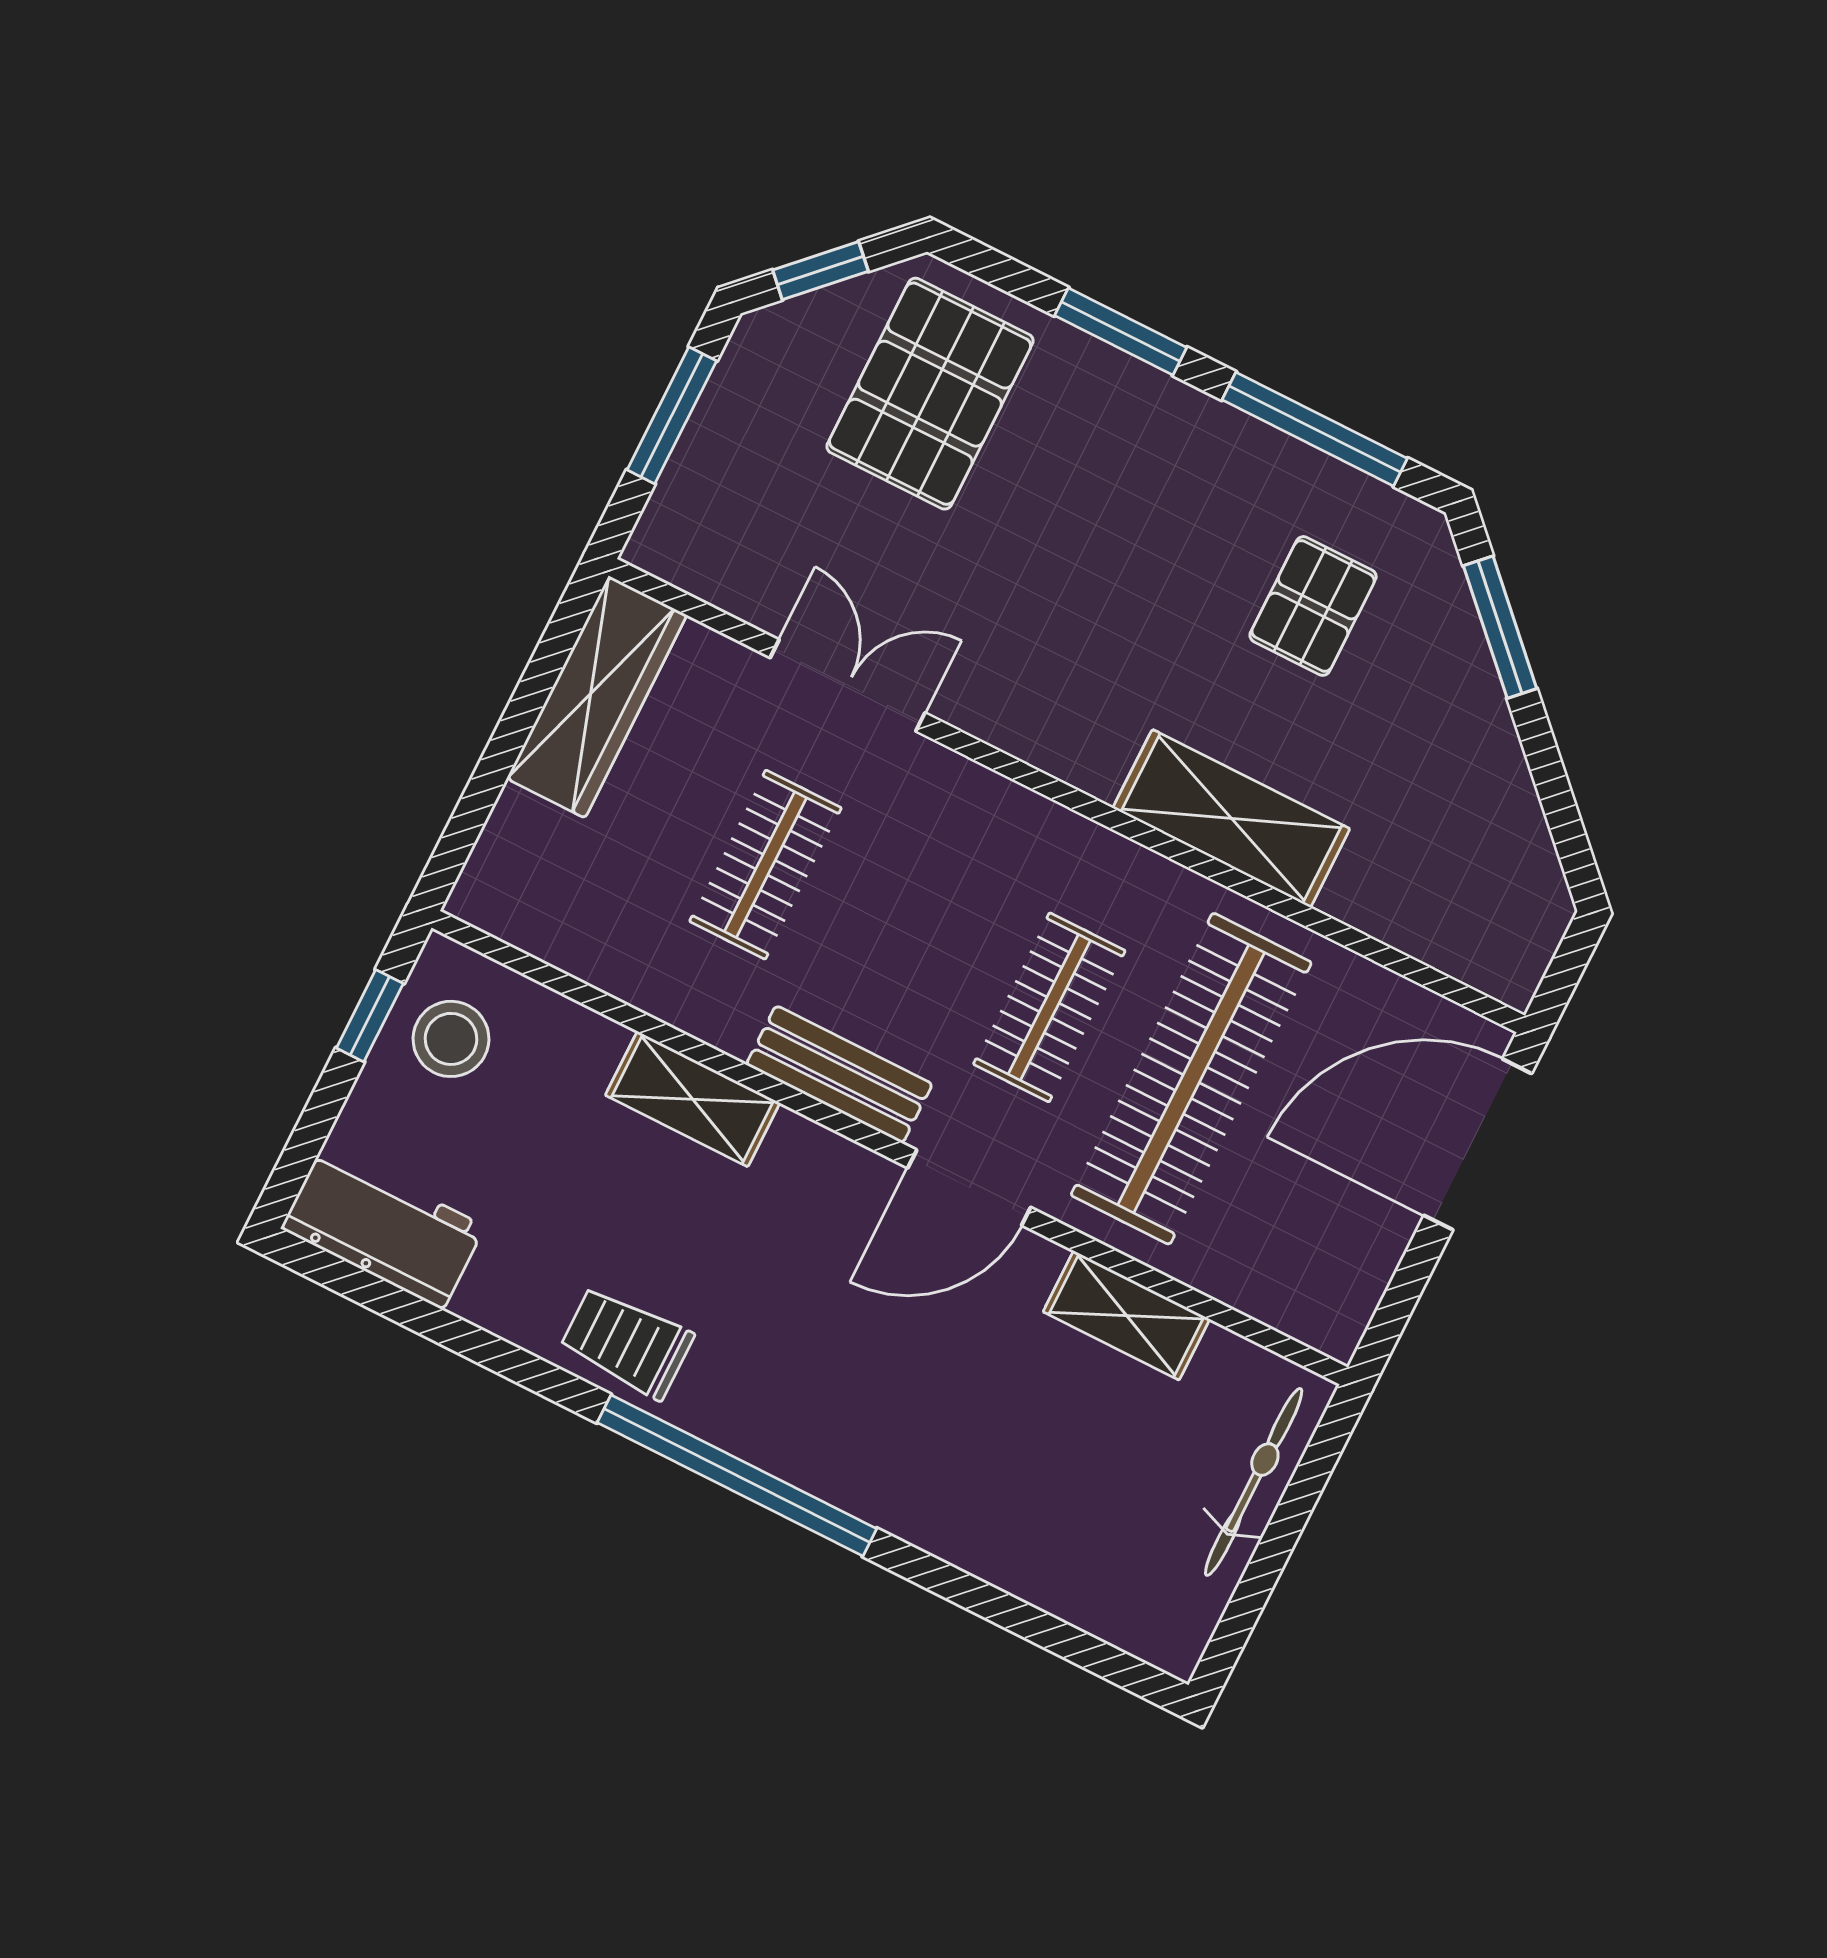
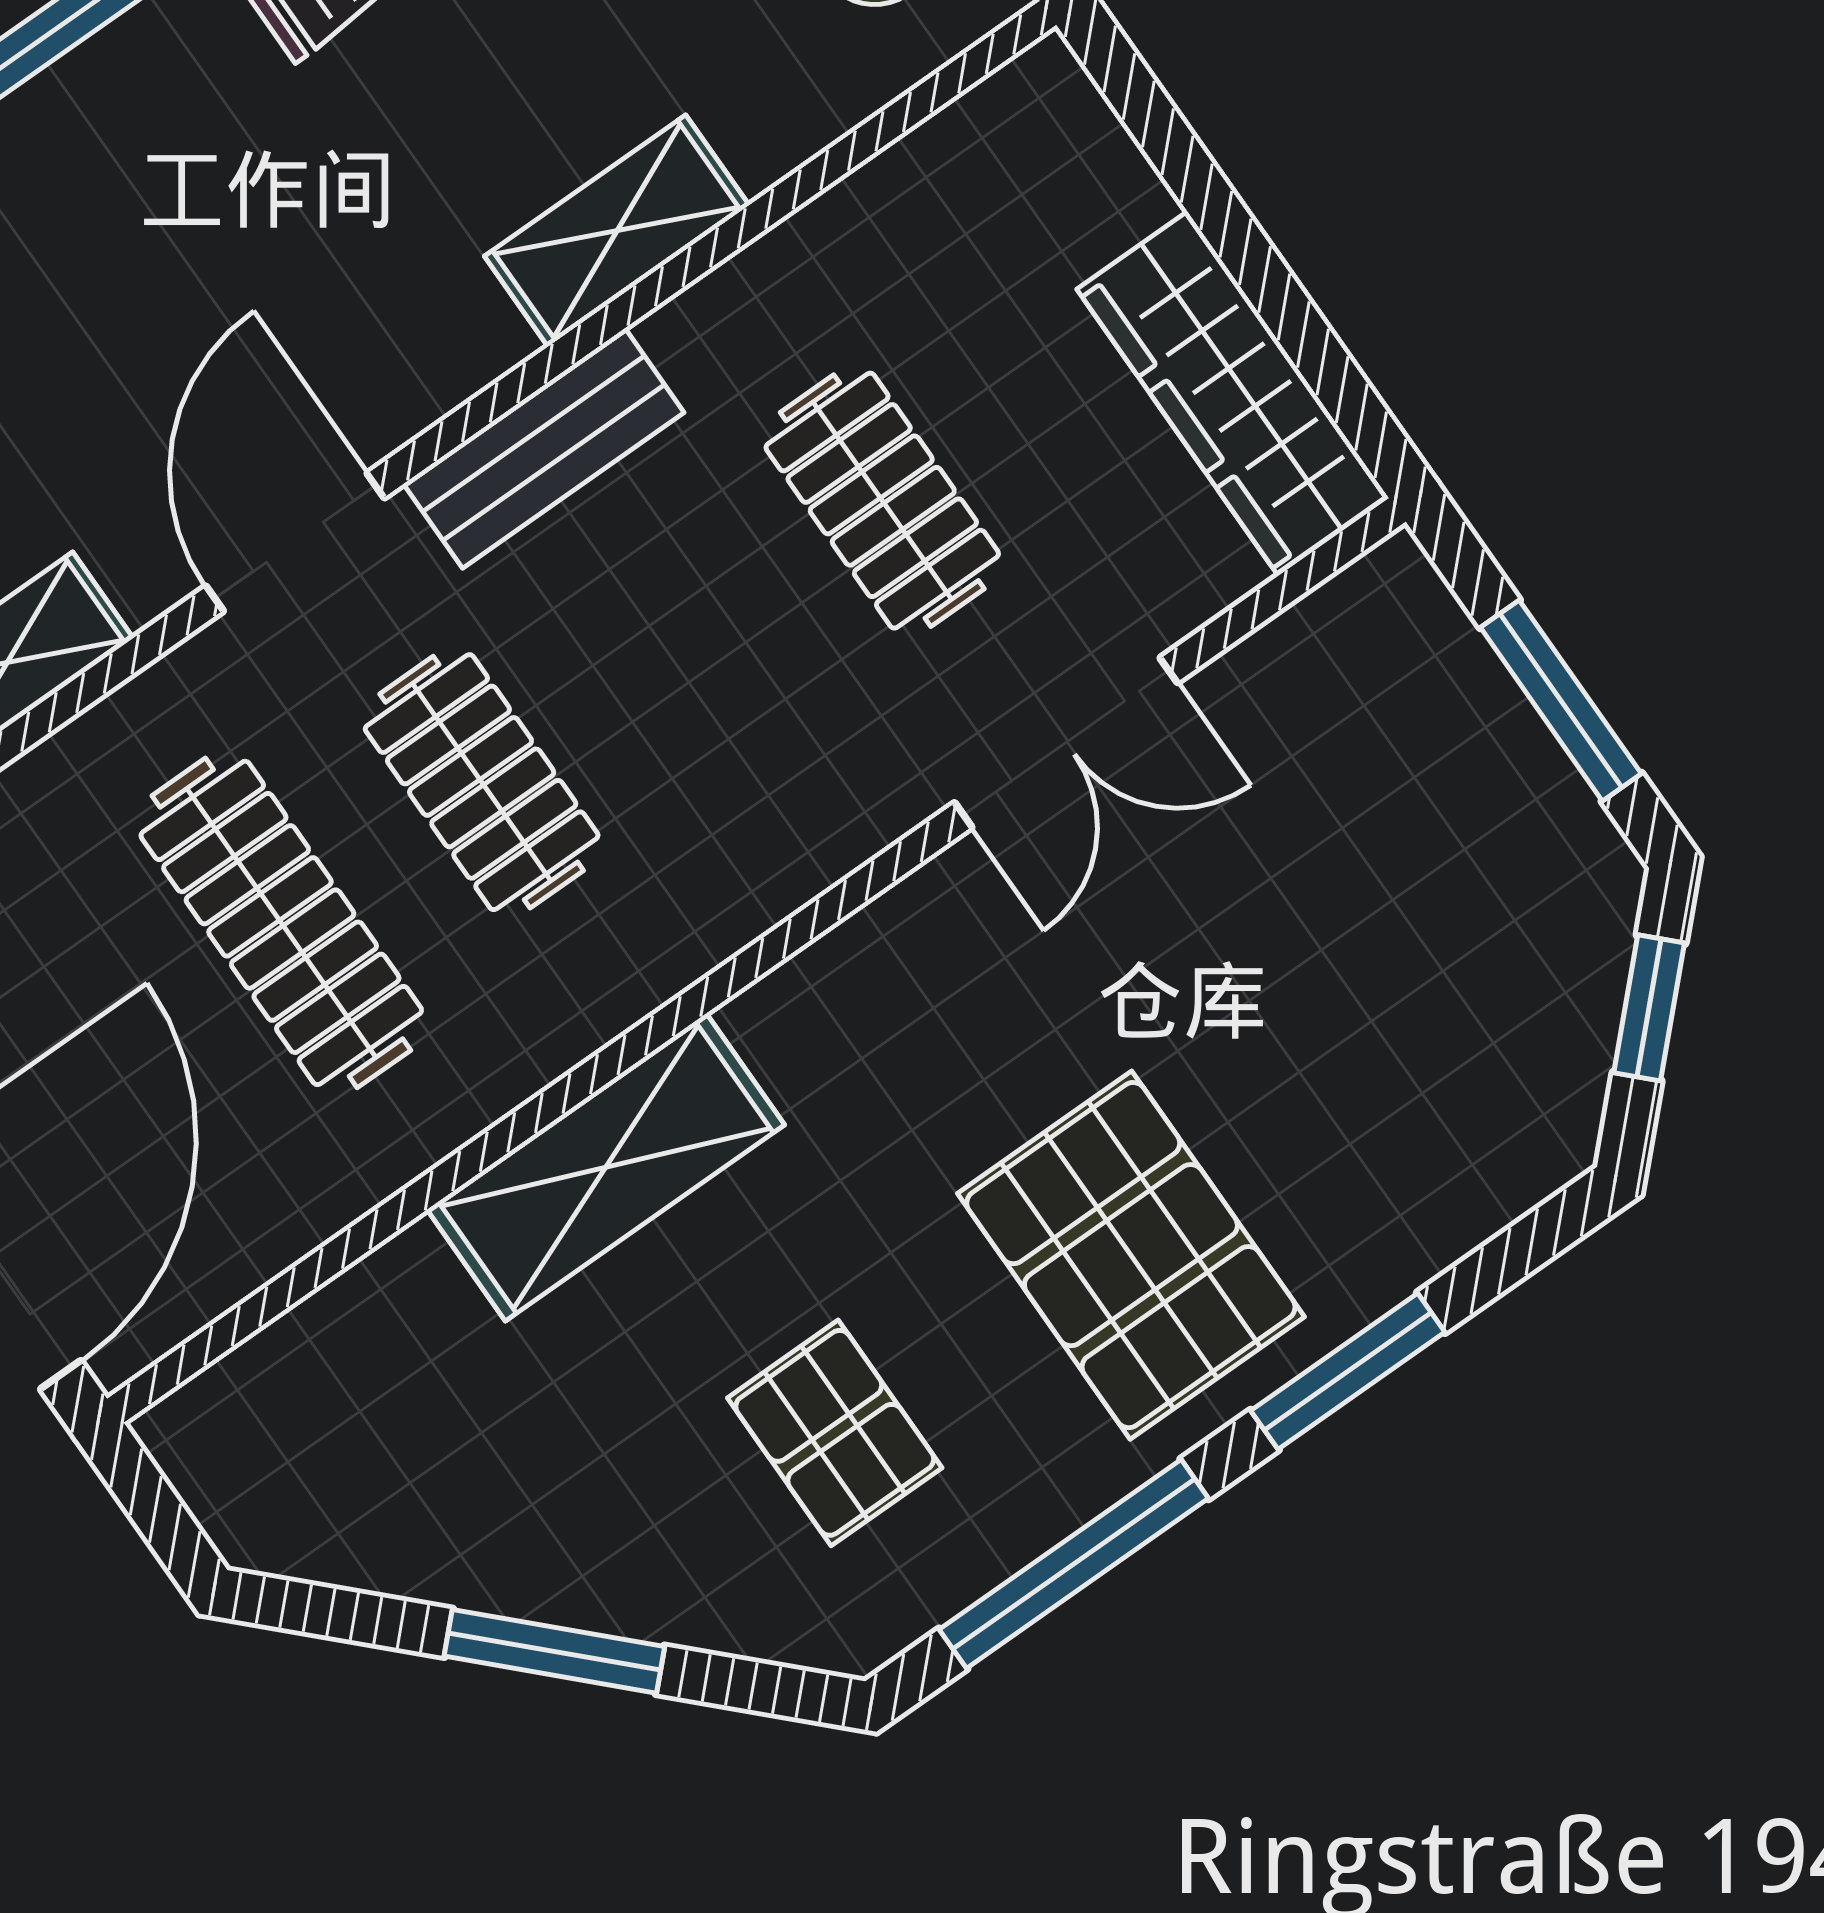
pallet: (930, 394) -> (1131, 1255), moved
window: (1500, 627) -> (554, 1651), moved
clothes rail: (1191, 1079) -> (281, 923), width x0.73, depth x0.76

